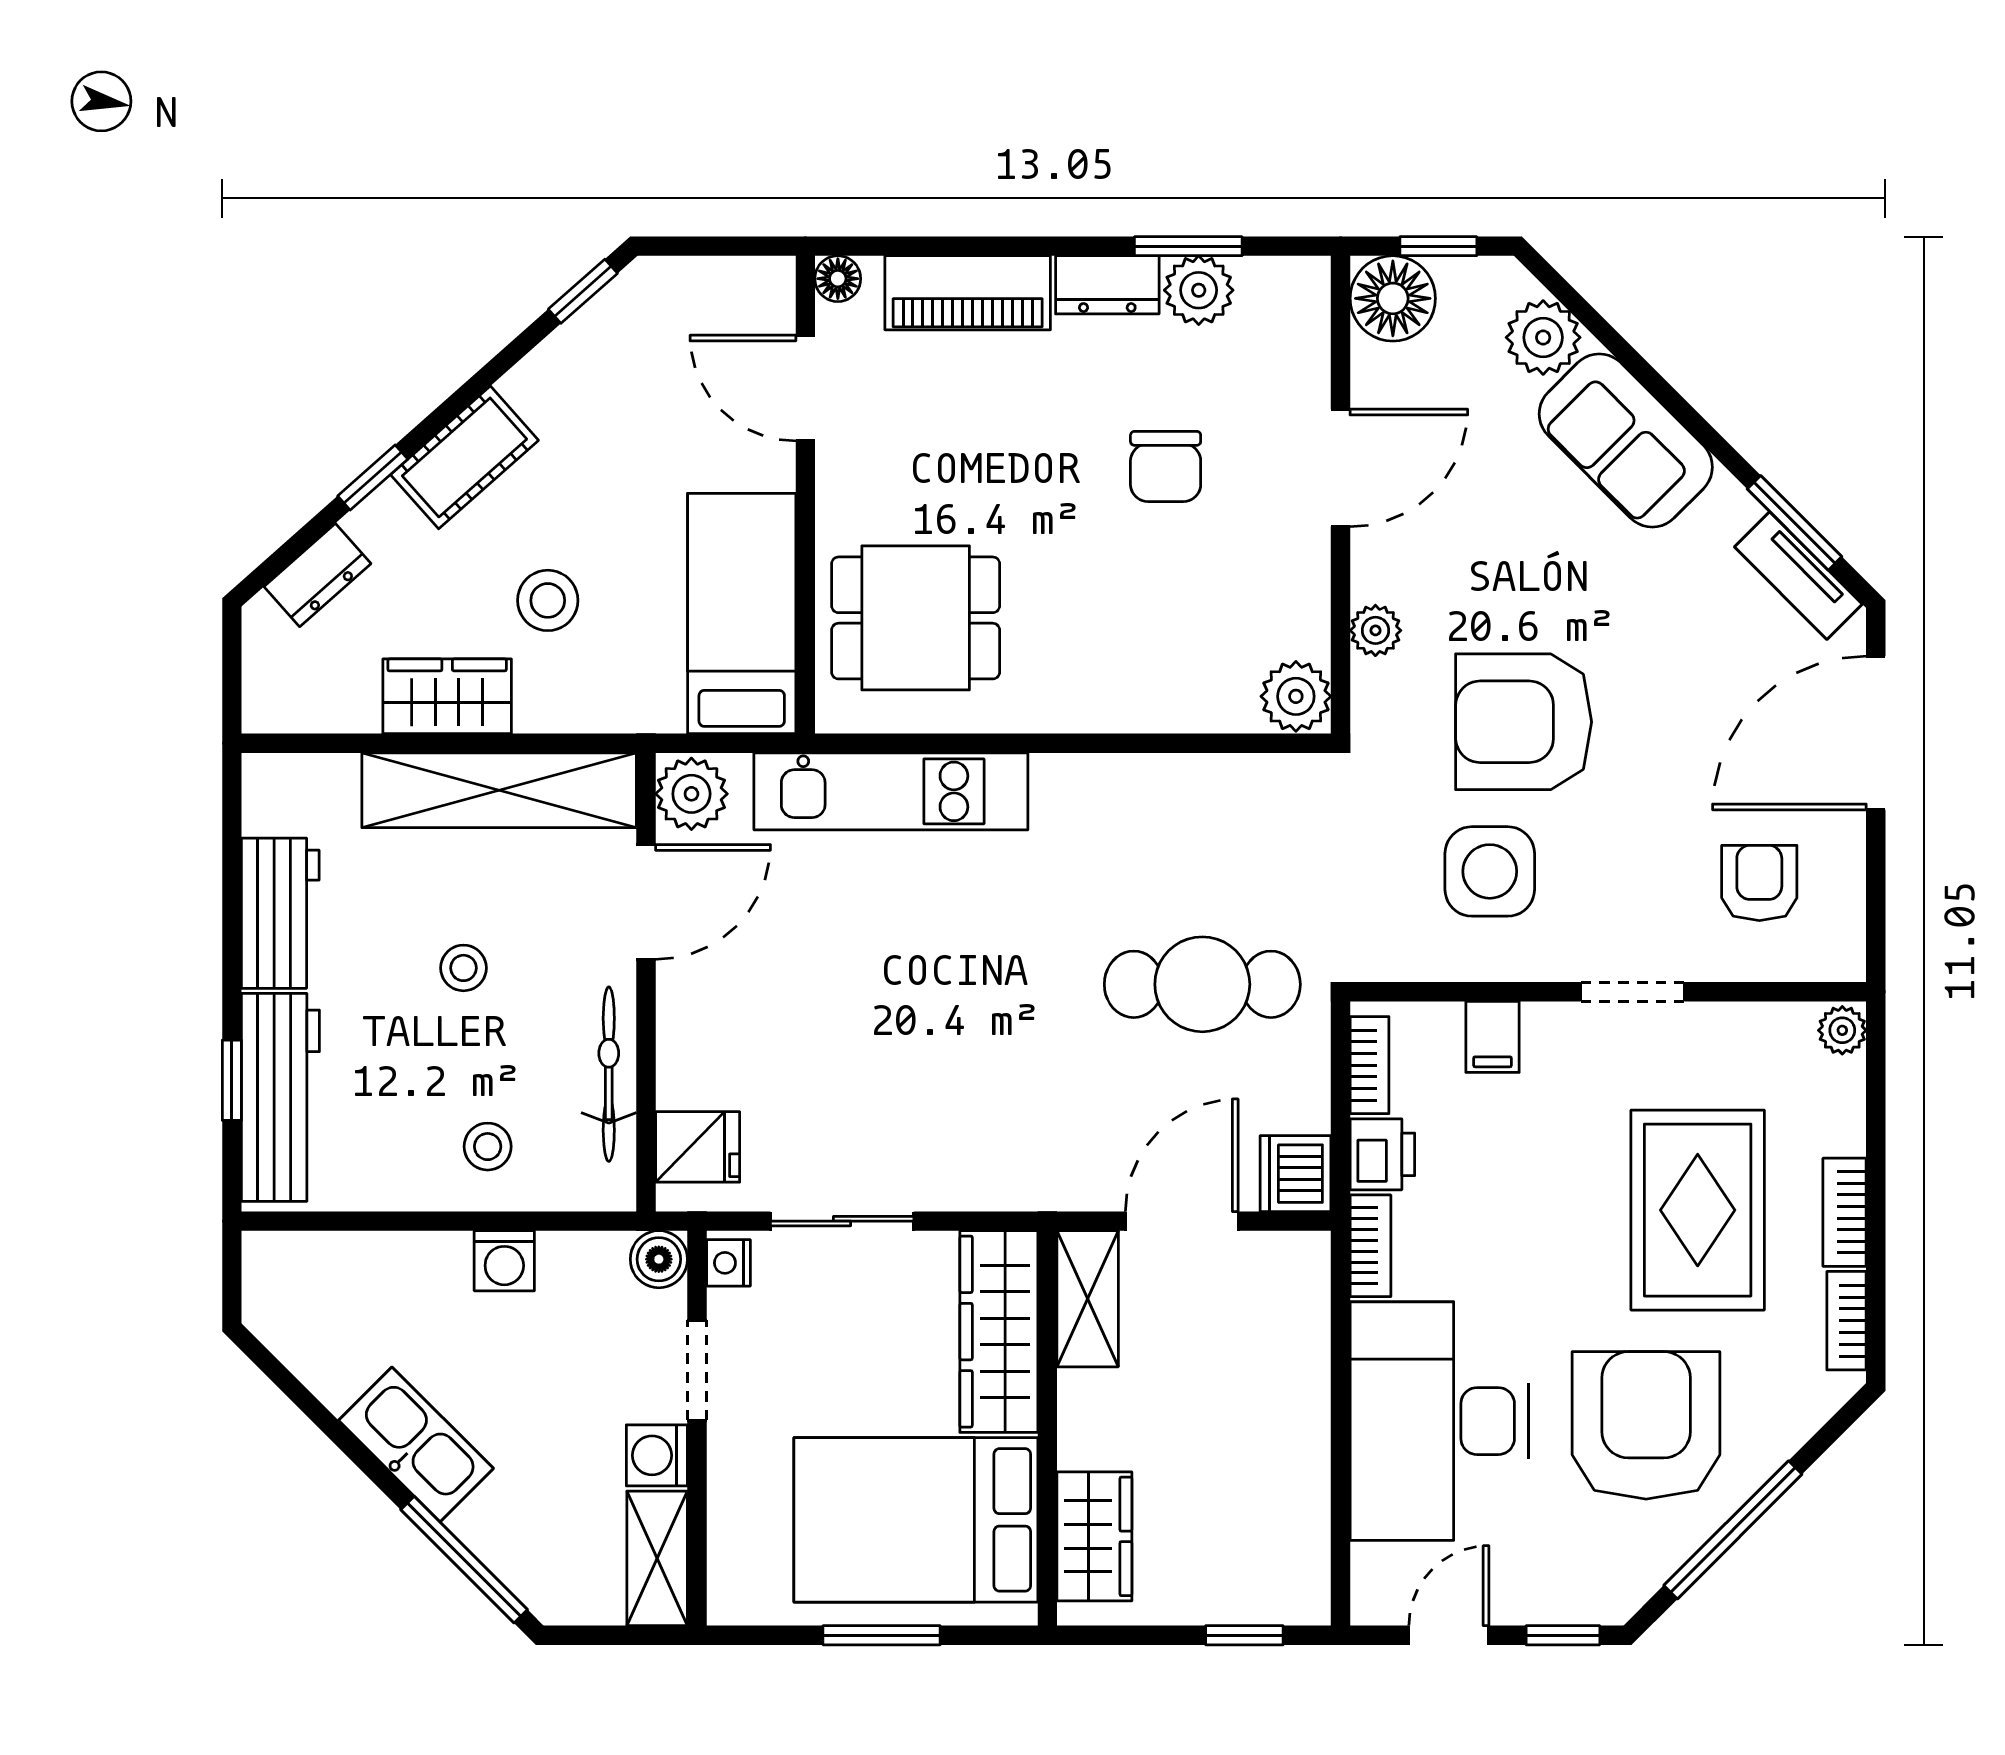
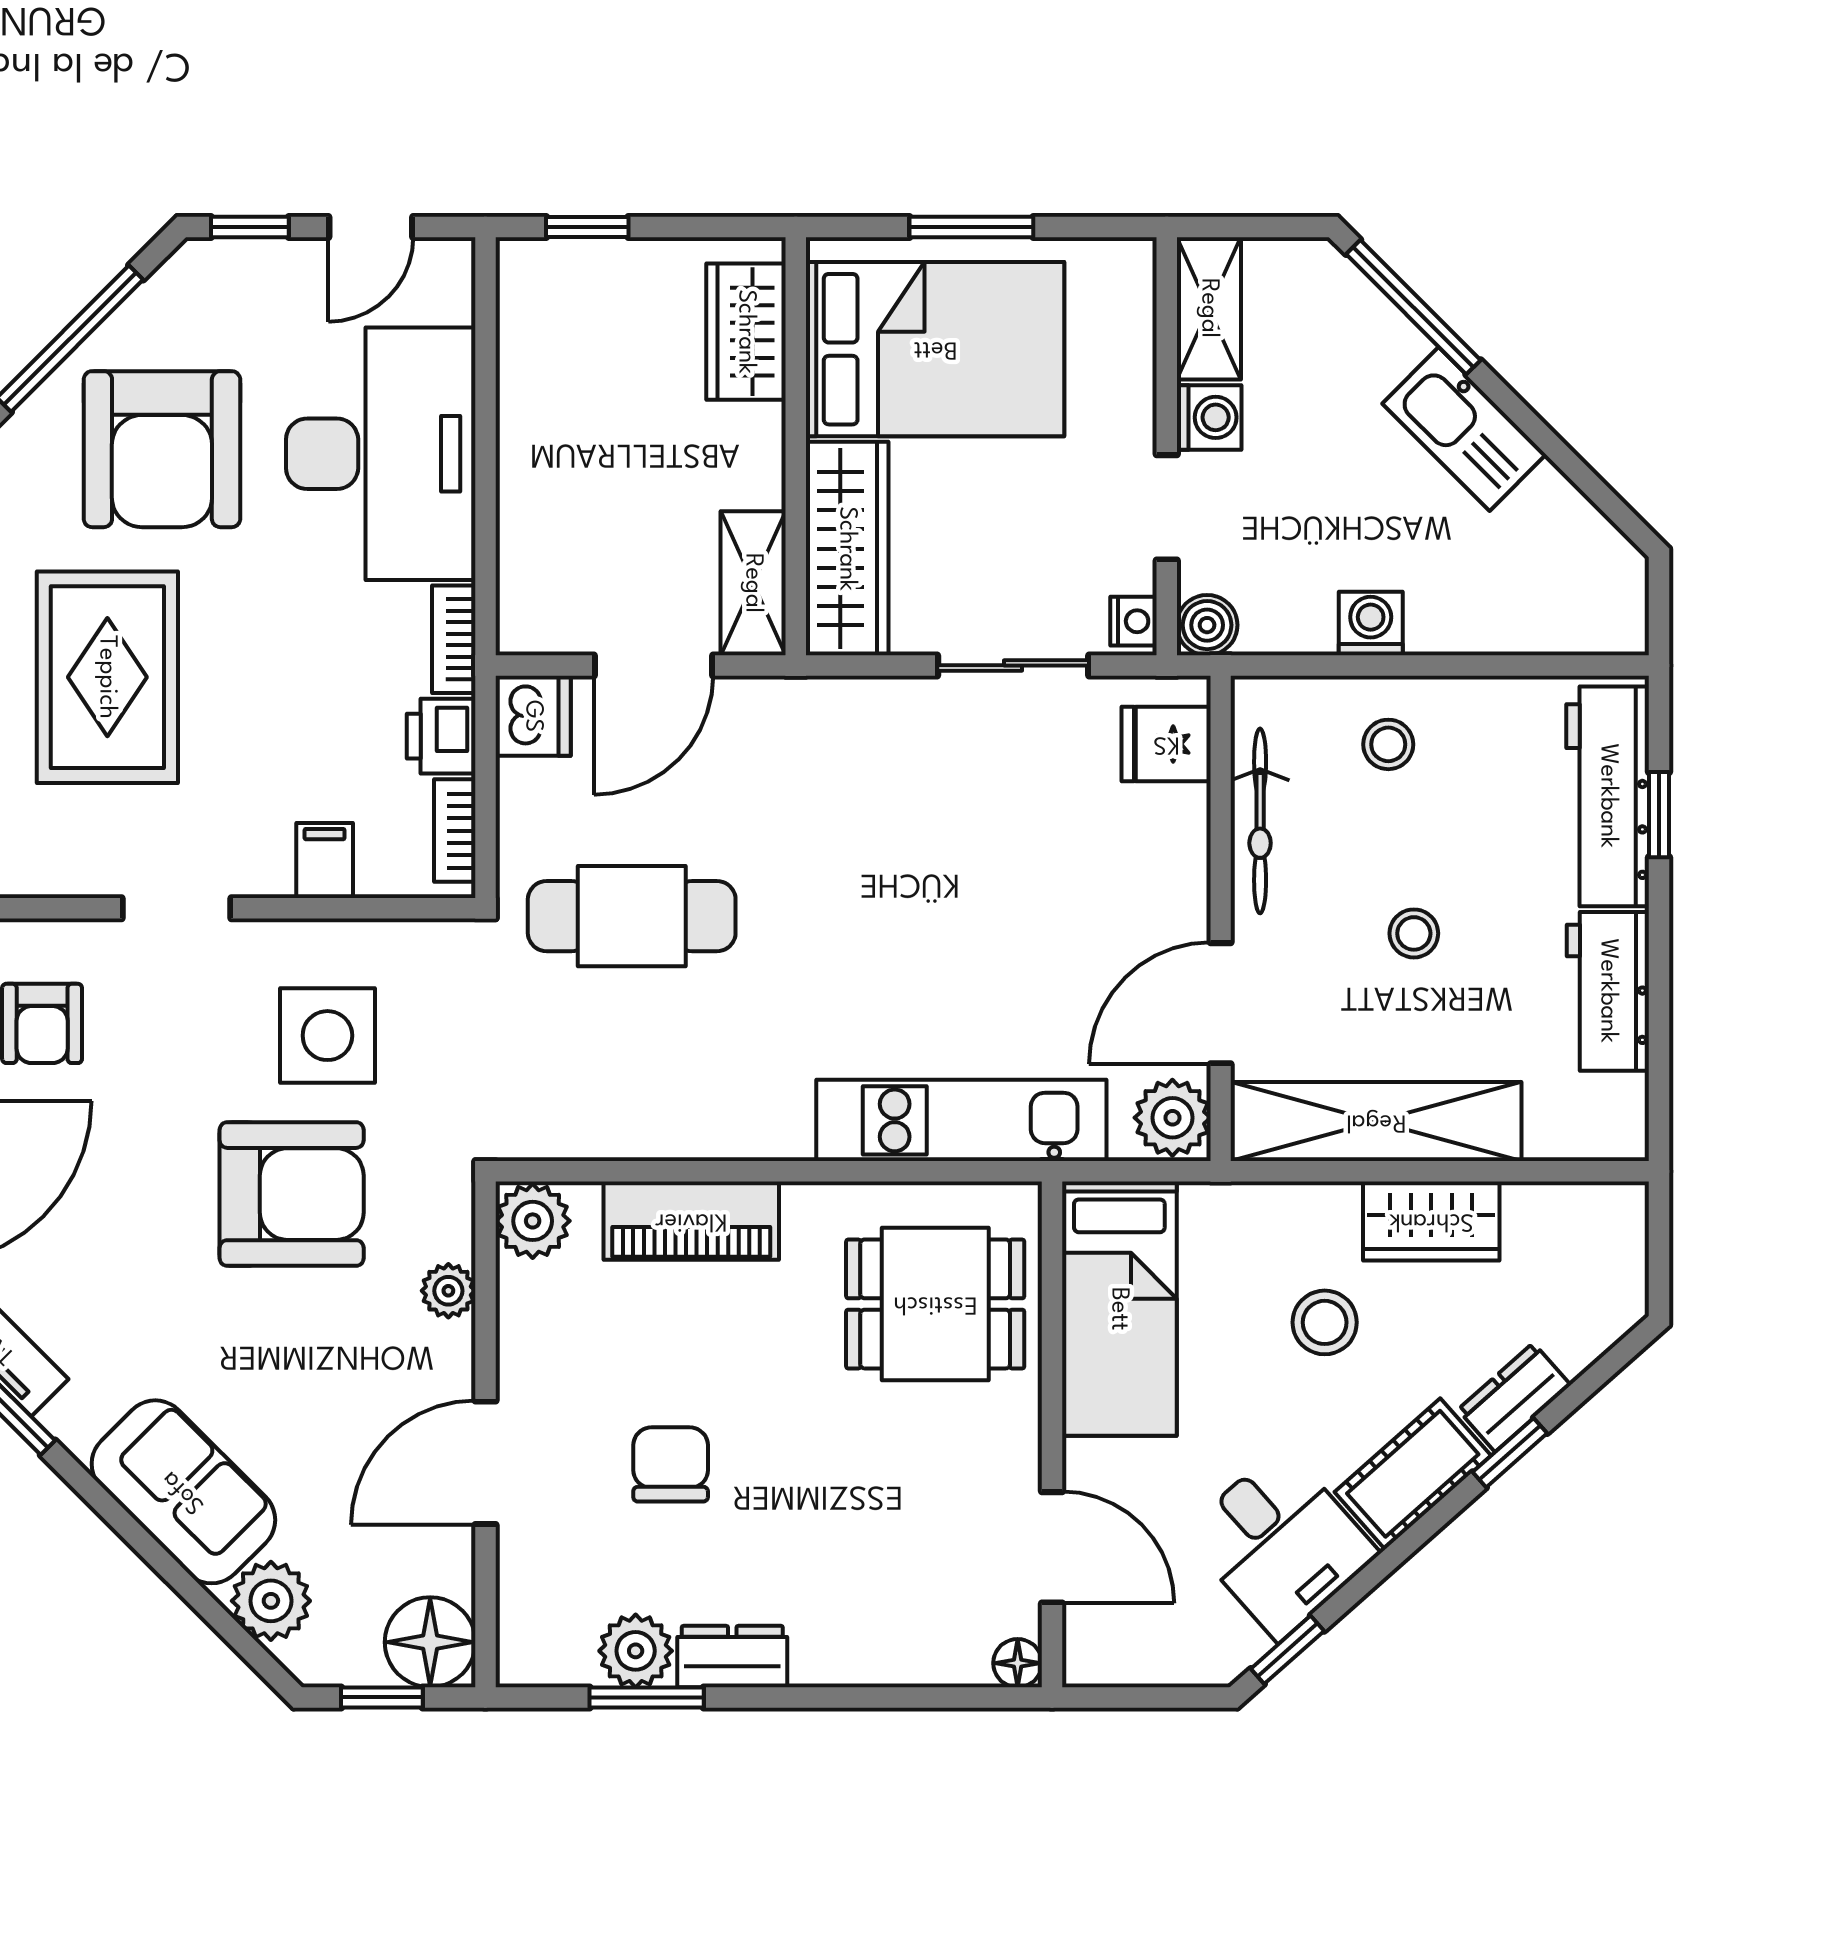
piano: (968, 293) -> (691, 1221), moved, turned 180
desk: (589, 392) -> (1281, 1543), added
dresser: (317, 575) -> (1514, 1397), moved

